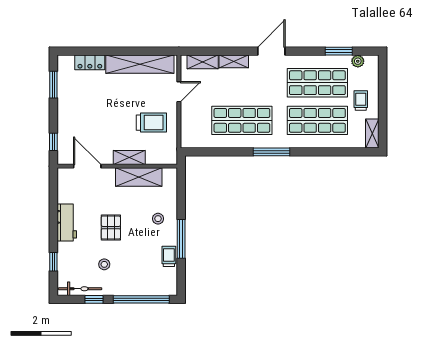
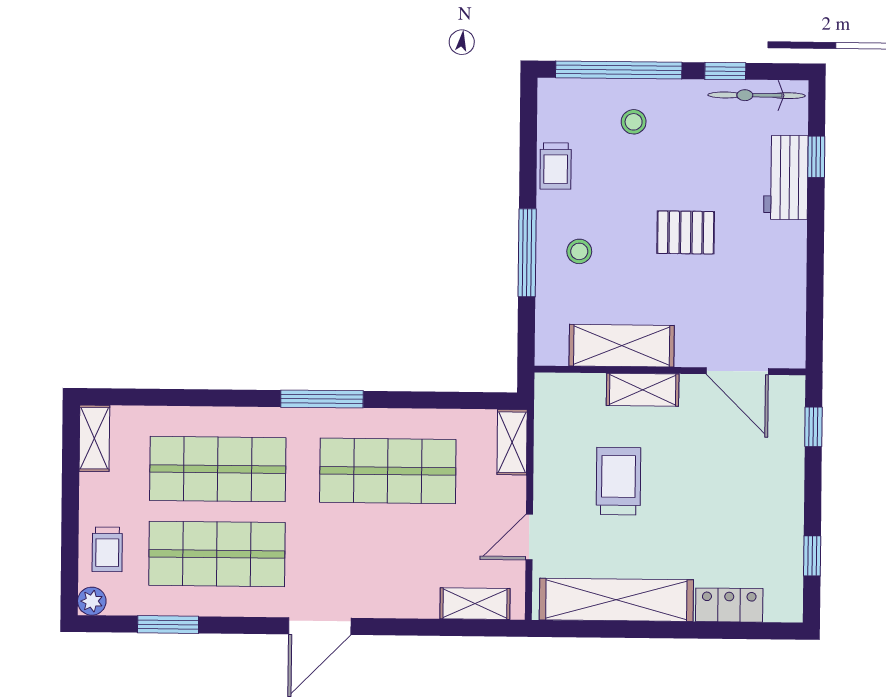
shelving: (234, 61) -> (512, 442), moved, turned 90
plant: (358, 61) -> (92, 601), moved
window: (53, 85) -> (812, 556), width x0.67
trolley: (361, 101) -> (107, 549), moved
trolley: (151, 123) -> (618, 481), moved, turned 90
workbench: (67, 222) -> (786, 177), moved
pallet: (111, 228) -> (686, 232), turned 90
window: (181, 239) -> (527, 253), moved
stool: (104, 264) -> (634, 122), moved

